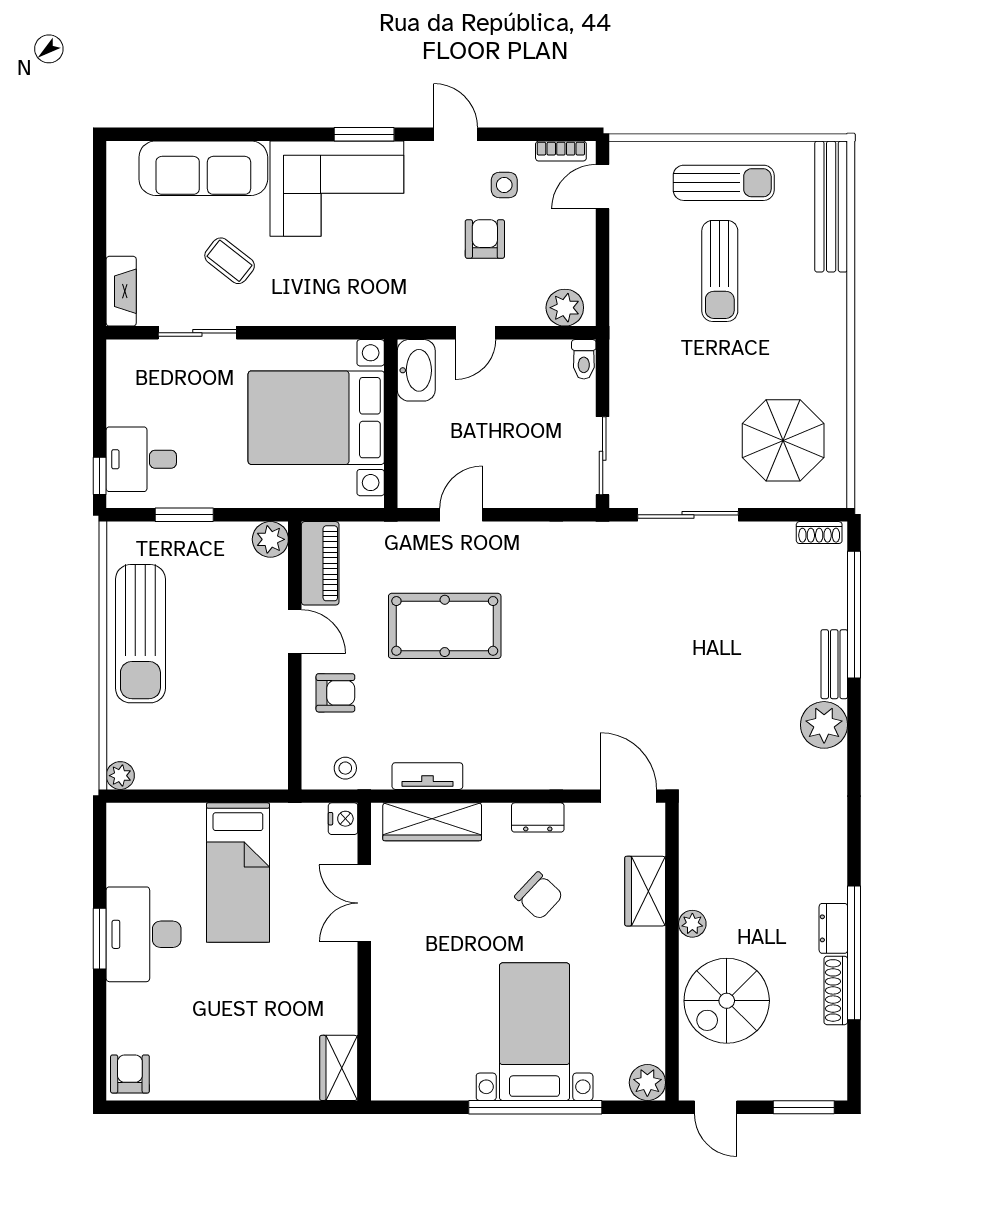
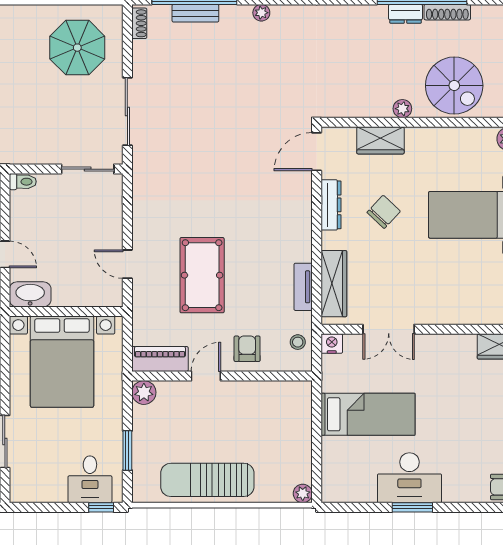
sun lounger: (140, 634) -> (207, 480), turned 180
bench: (834, 664) -> (195, 13), moved
plant: (824, 725) -> (261, 13), width x0.53, depth x0.53
dresser: (538, 817) -> (331, 205), width x1.44

